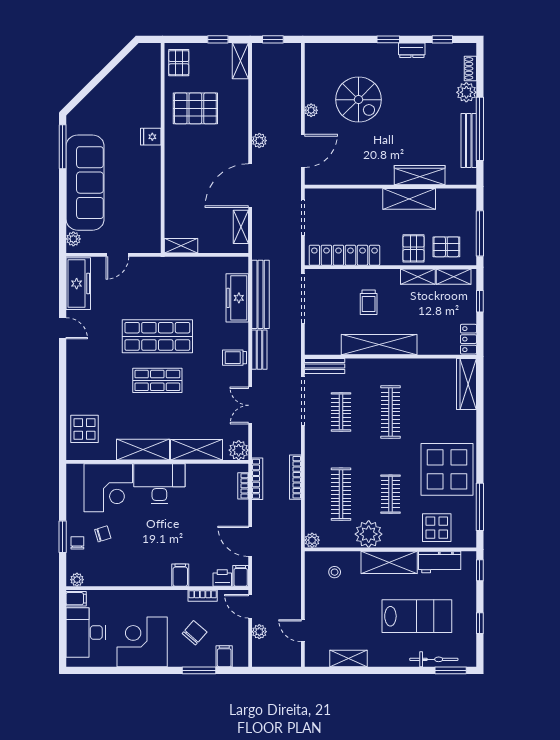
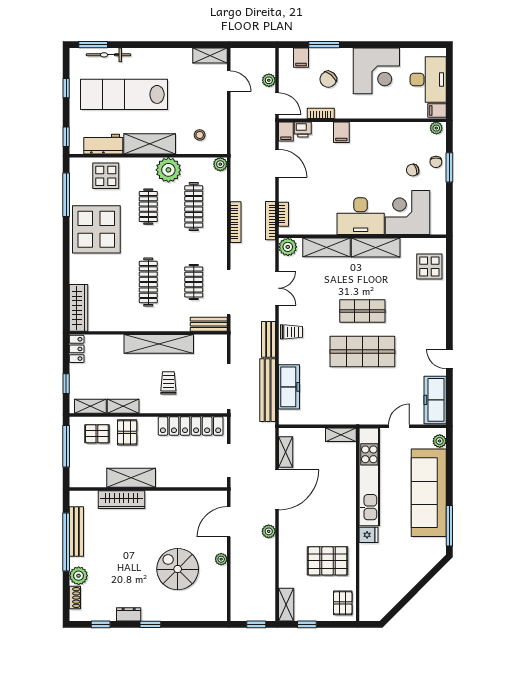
kitchen unit: (150, 200) -> (369, 477), added
lab bench: (417, 616) -> (124, 94), width x1.36
shelving: (348, 659) -> (210, 56), moved

